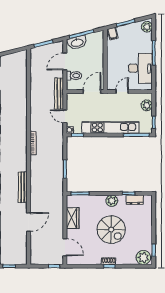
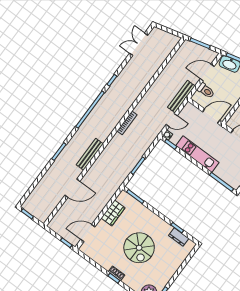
door: (65, 116) -> (172, 120), swing flipped
kitchen unit: (110, 128) -> (197, 154), width x0.73
plant: (112, 201) -> (158, 223), removed
door: (65, 247) -> (88, 233), swing flipped

